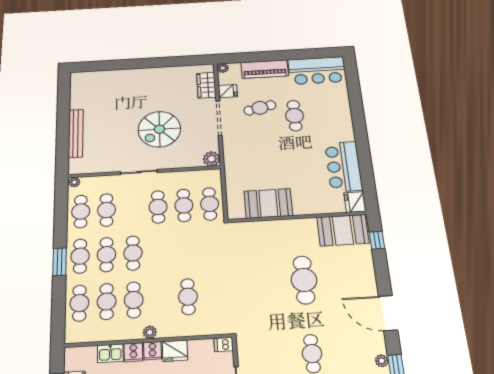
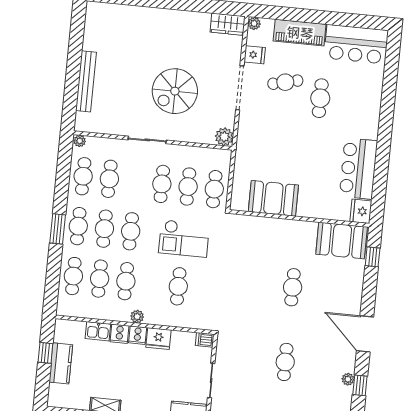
wardrobe: (206, 85) -> (228, 24), moved, turned -90
checkout: (187, 252) -> (184, 239), added
cafe table: (304, 280) -> (293, 287), width x0.73, depth x0.74

